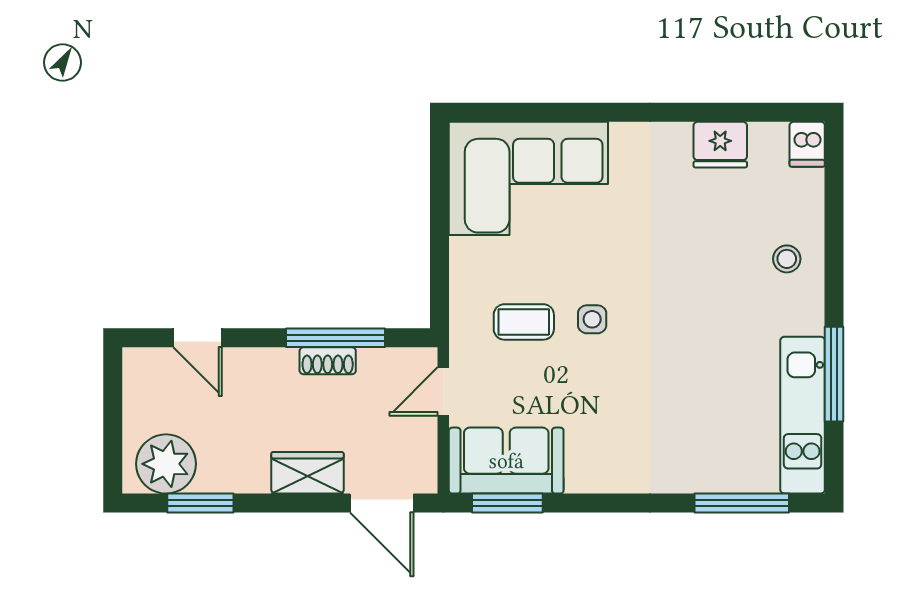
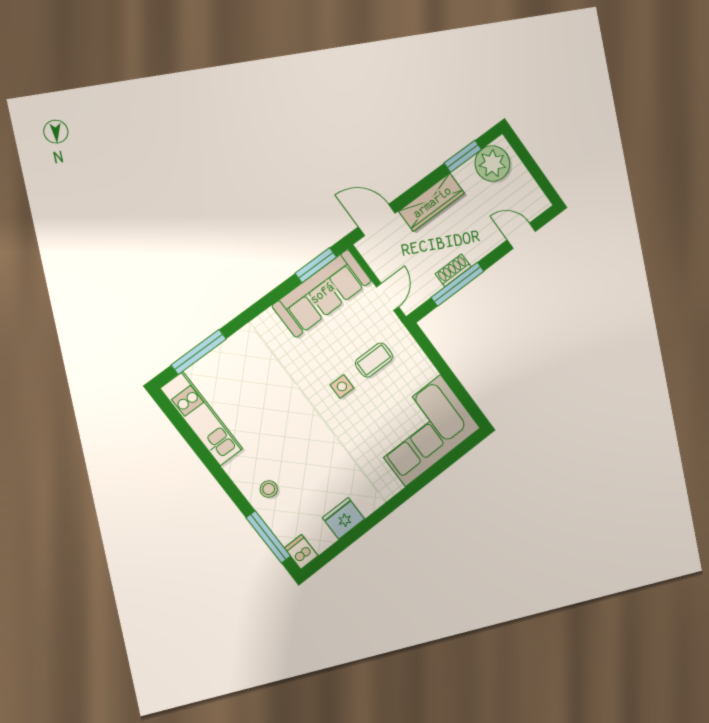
window: (834, 374) -> (268, 537), moved
sofa: (506, 461) -> (322, 293), width x1.36
wardrobe: (307, 473) -> (432, 202), width x1.50

